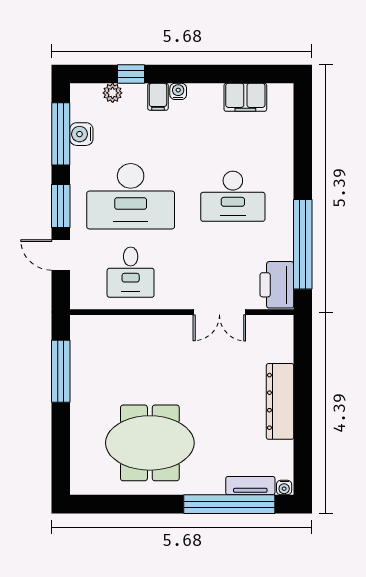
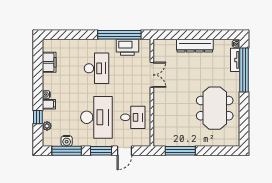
printer: (277, 285) -> (127, 47), moved

